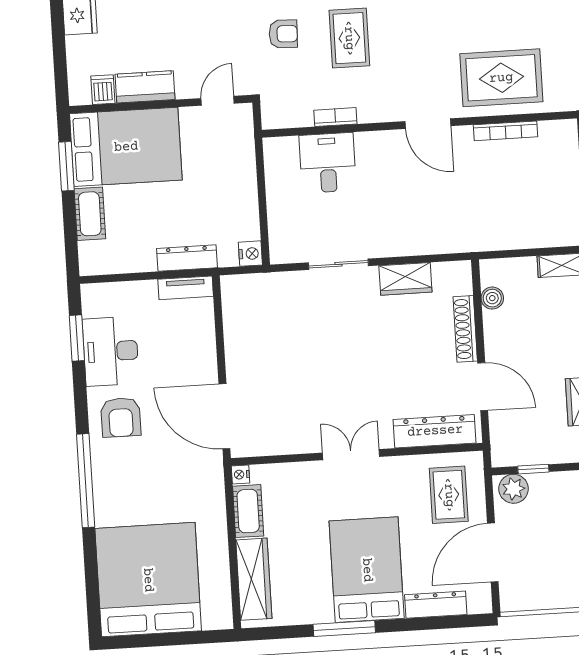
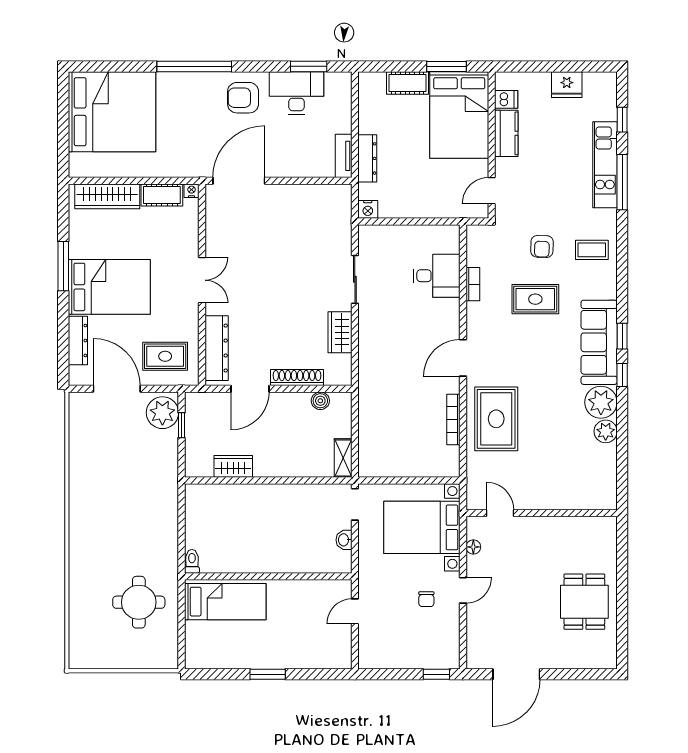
door: (218, 101) -> (492, 191), swing flipped
plant: (514, 489) -> (162, 413), width x1.36, depth x1.36

